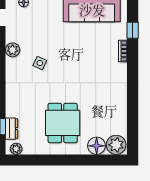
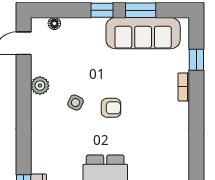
armchair: (67, 67) -> (111, 108), added

